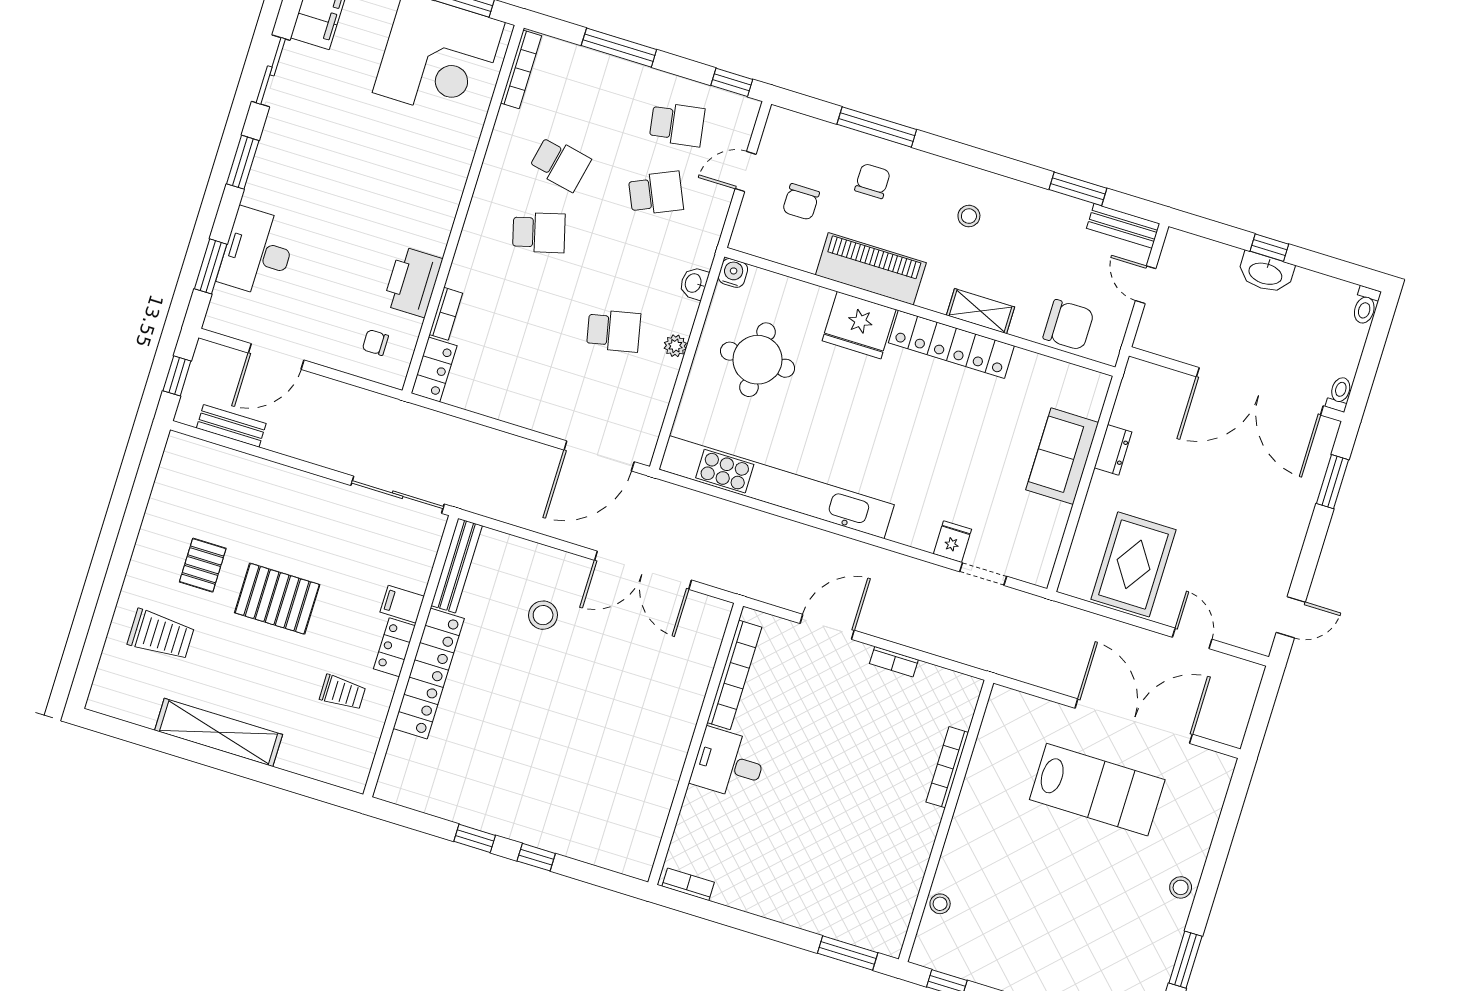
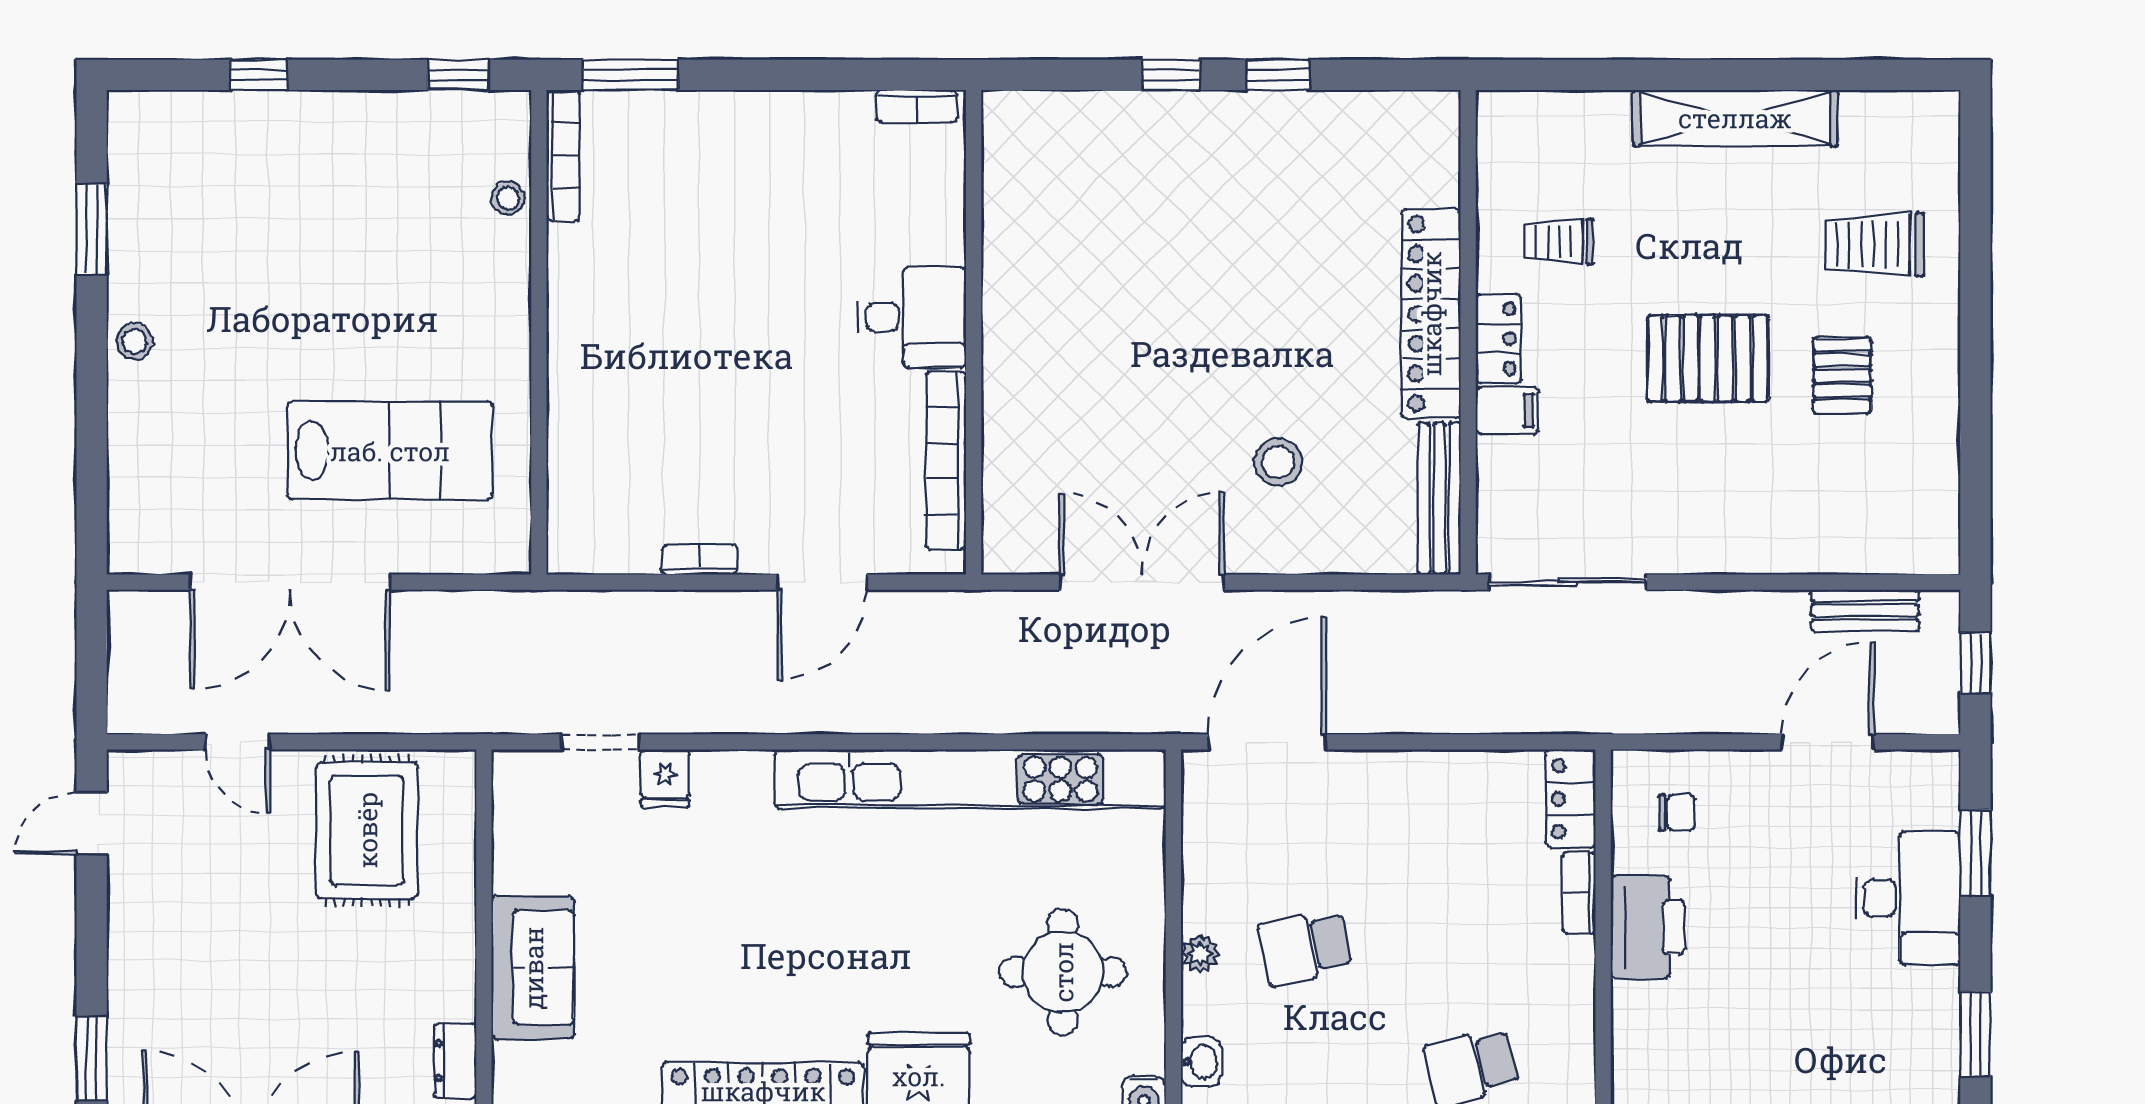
dresser: (1113, 450) -> (455, 1061), moved
bookcase: (947, 767) -> (563, 155), moved
lab bench: (1097, 790) -> (390, 451), moved, turned 180

